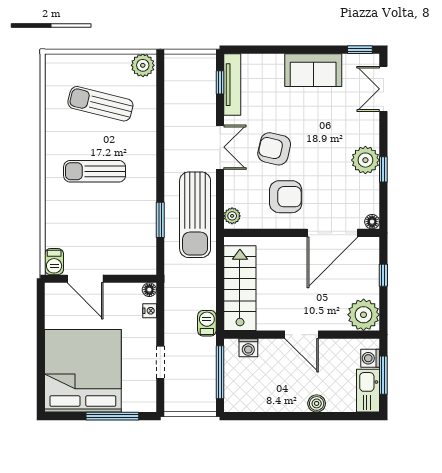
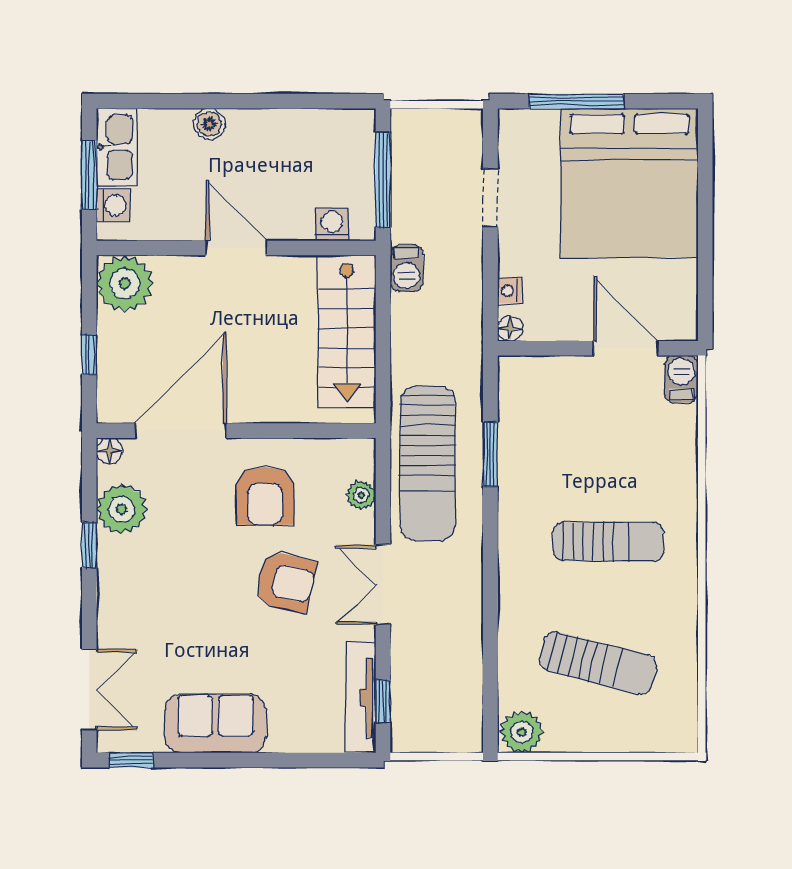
plant: (365, 160) -> (121, 509), moved
armchair: (286, 197) -> (265, 496), turned -90
sun lounger: (195, 215) -> (428, 463), turned 180
plant: (232, 216) -> (361, 495), moved

